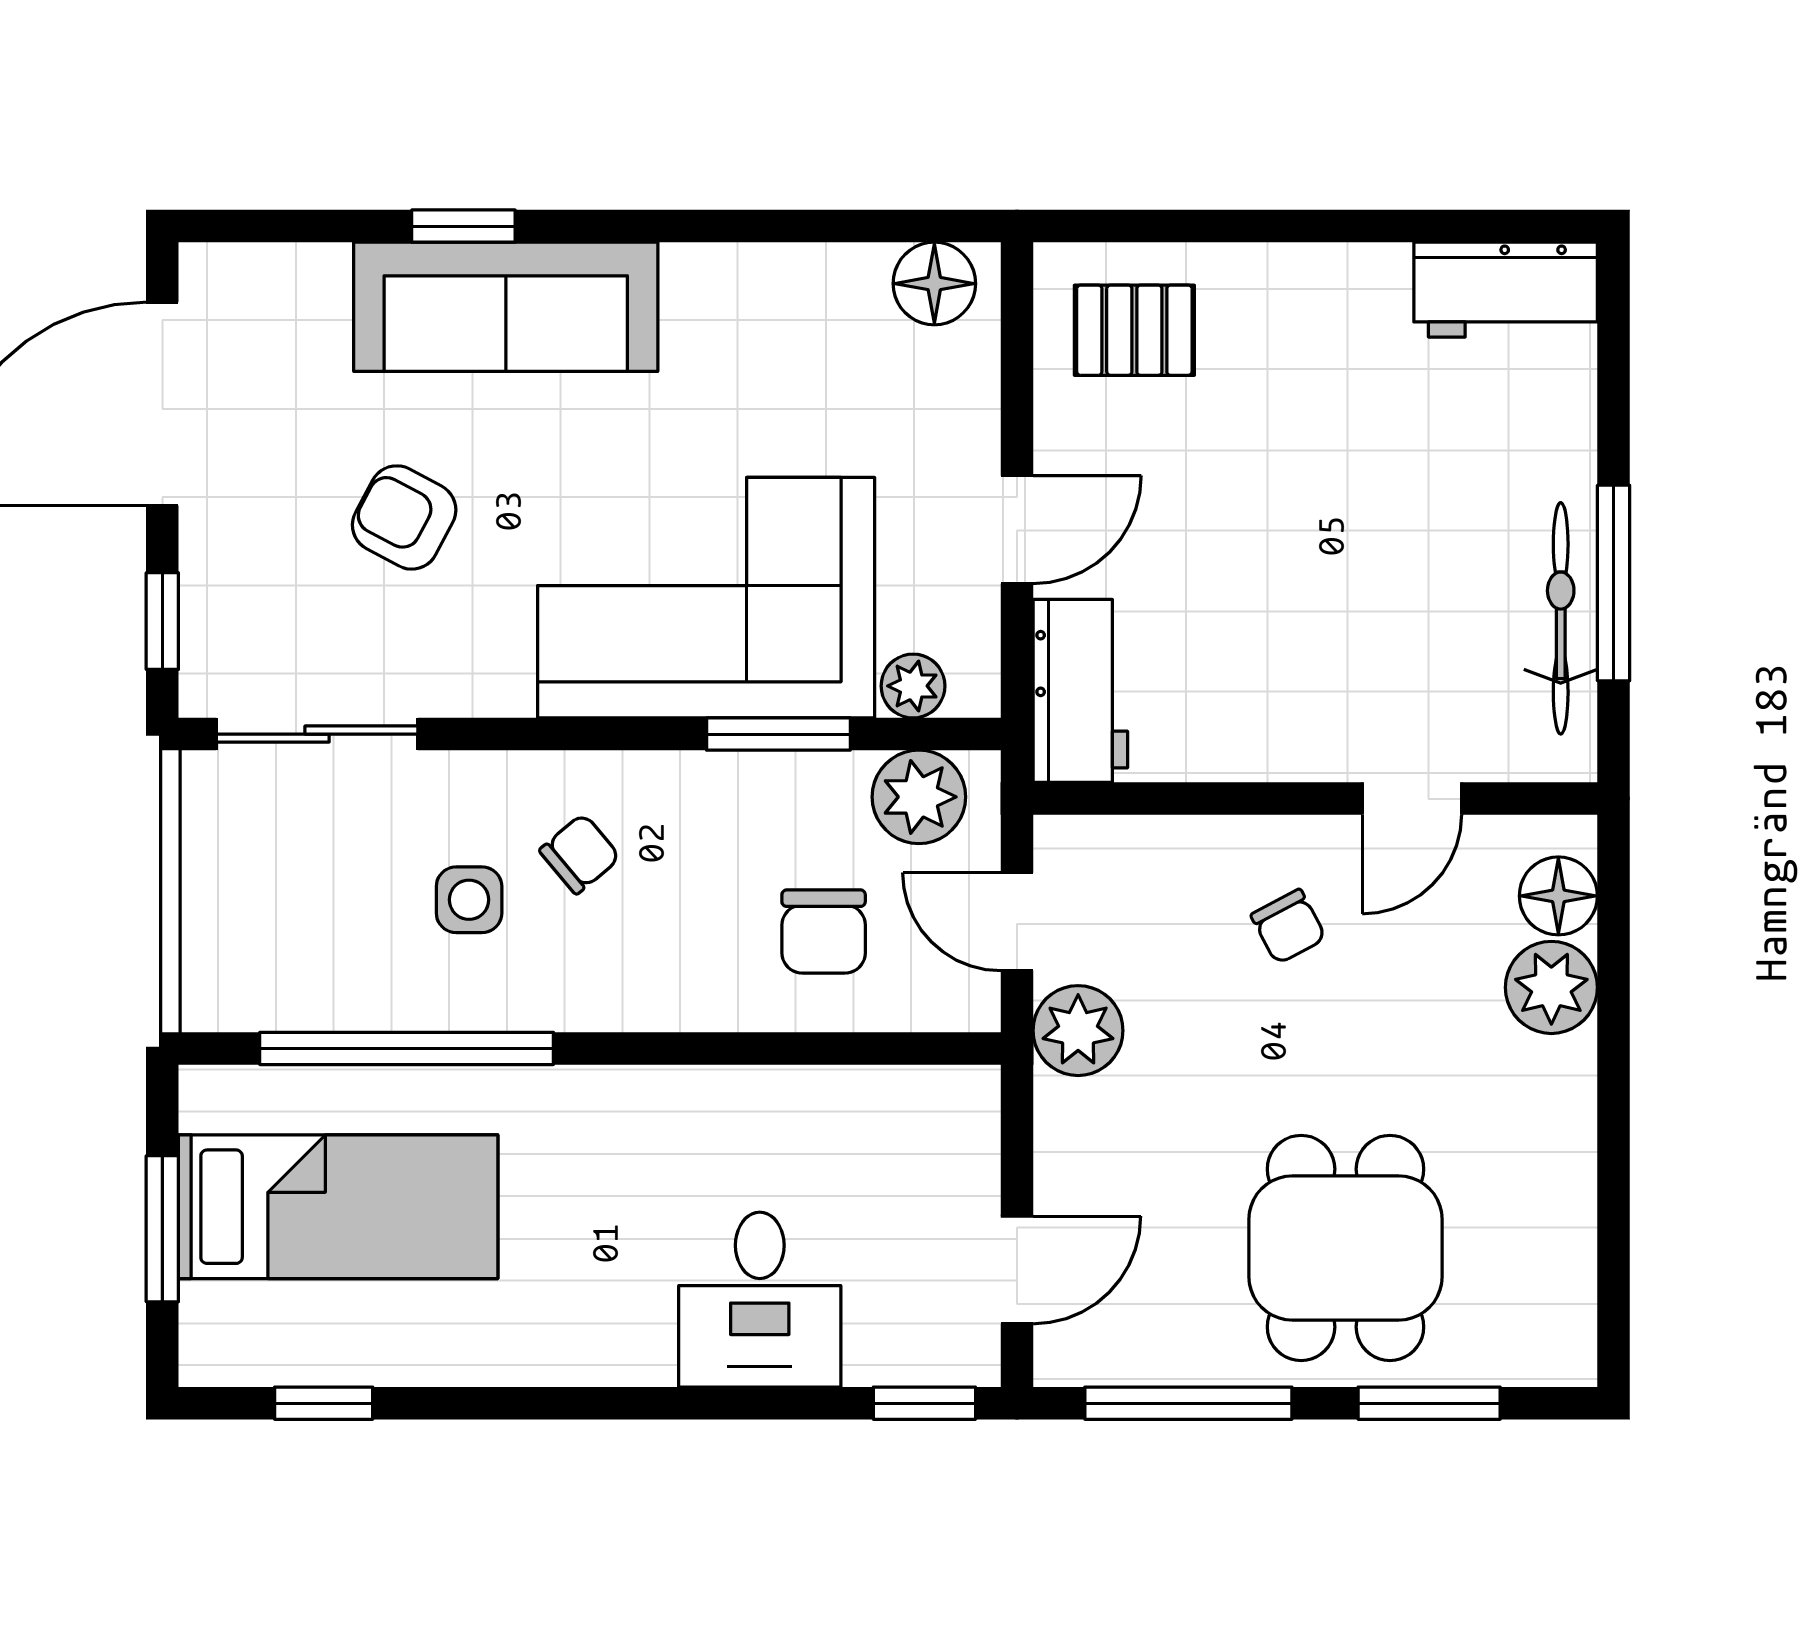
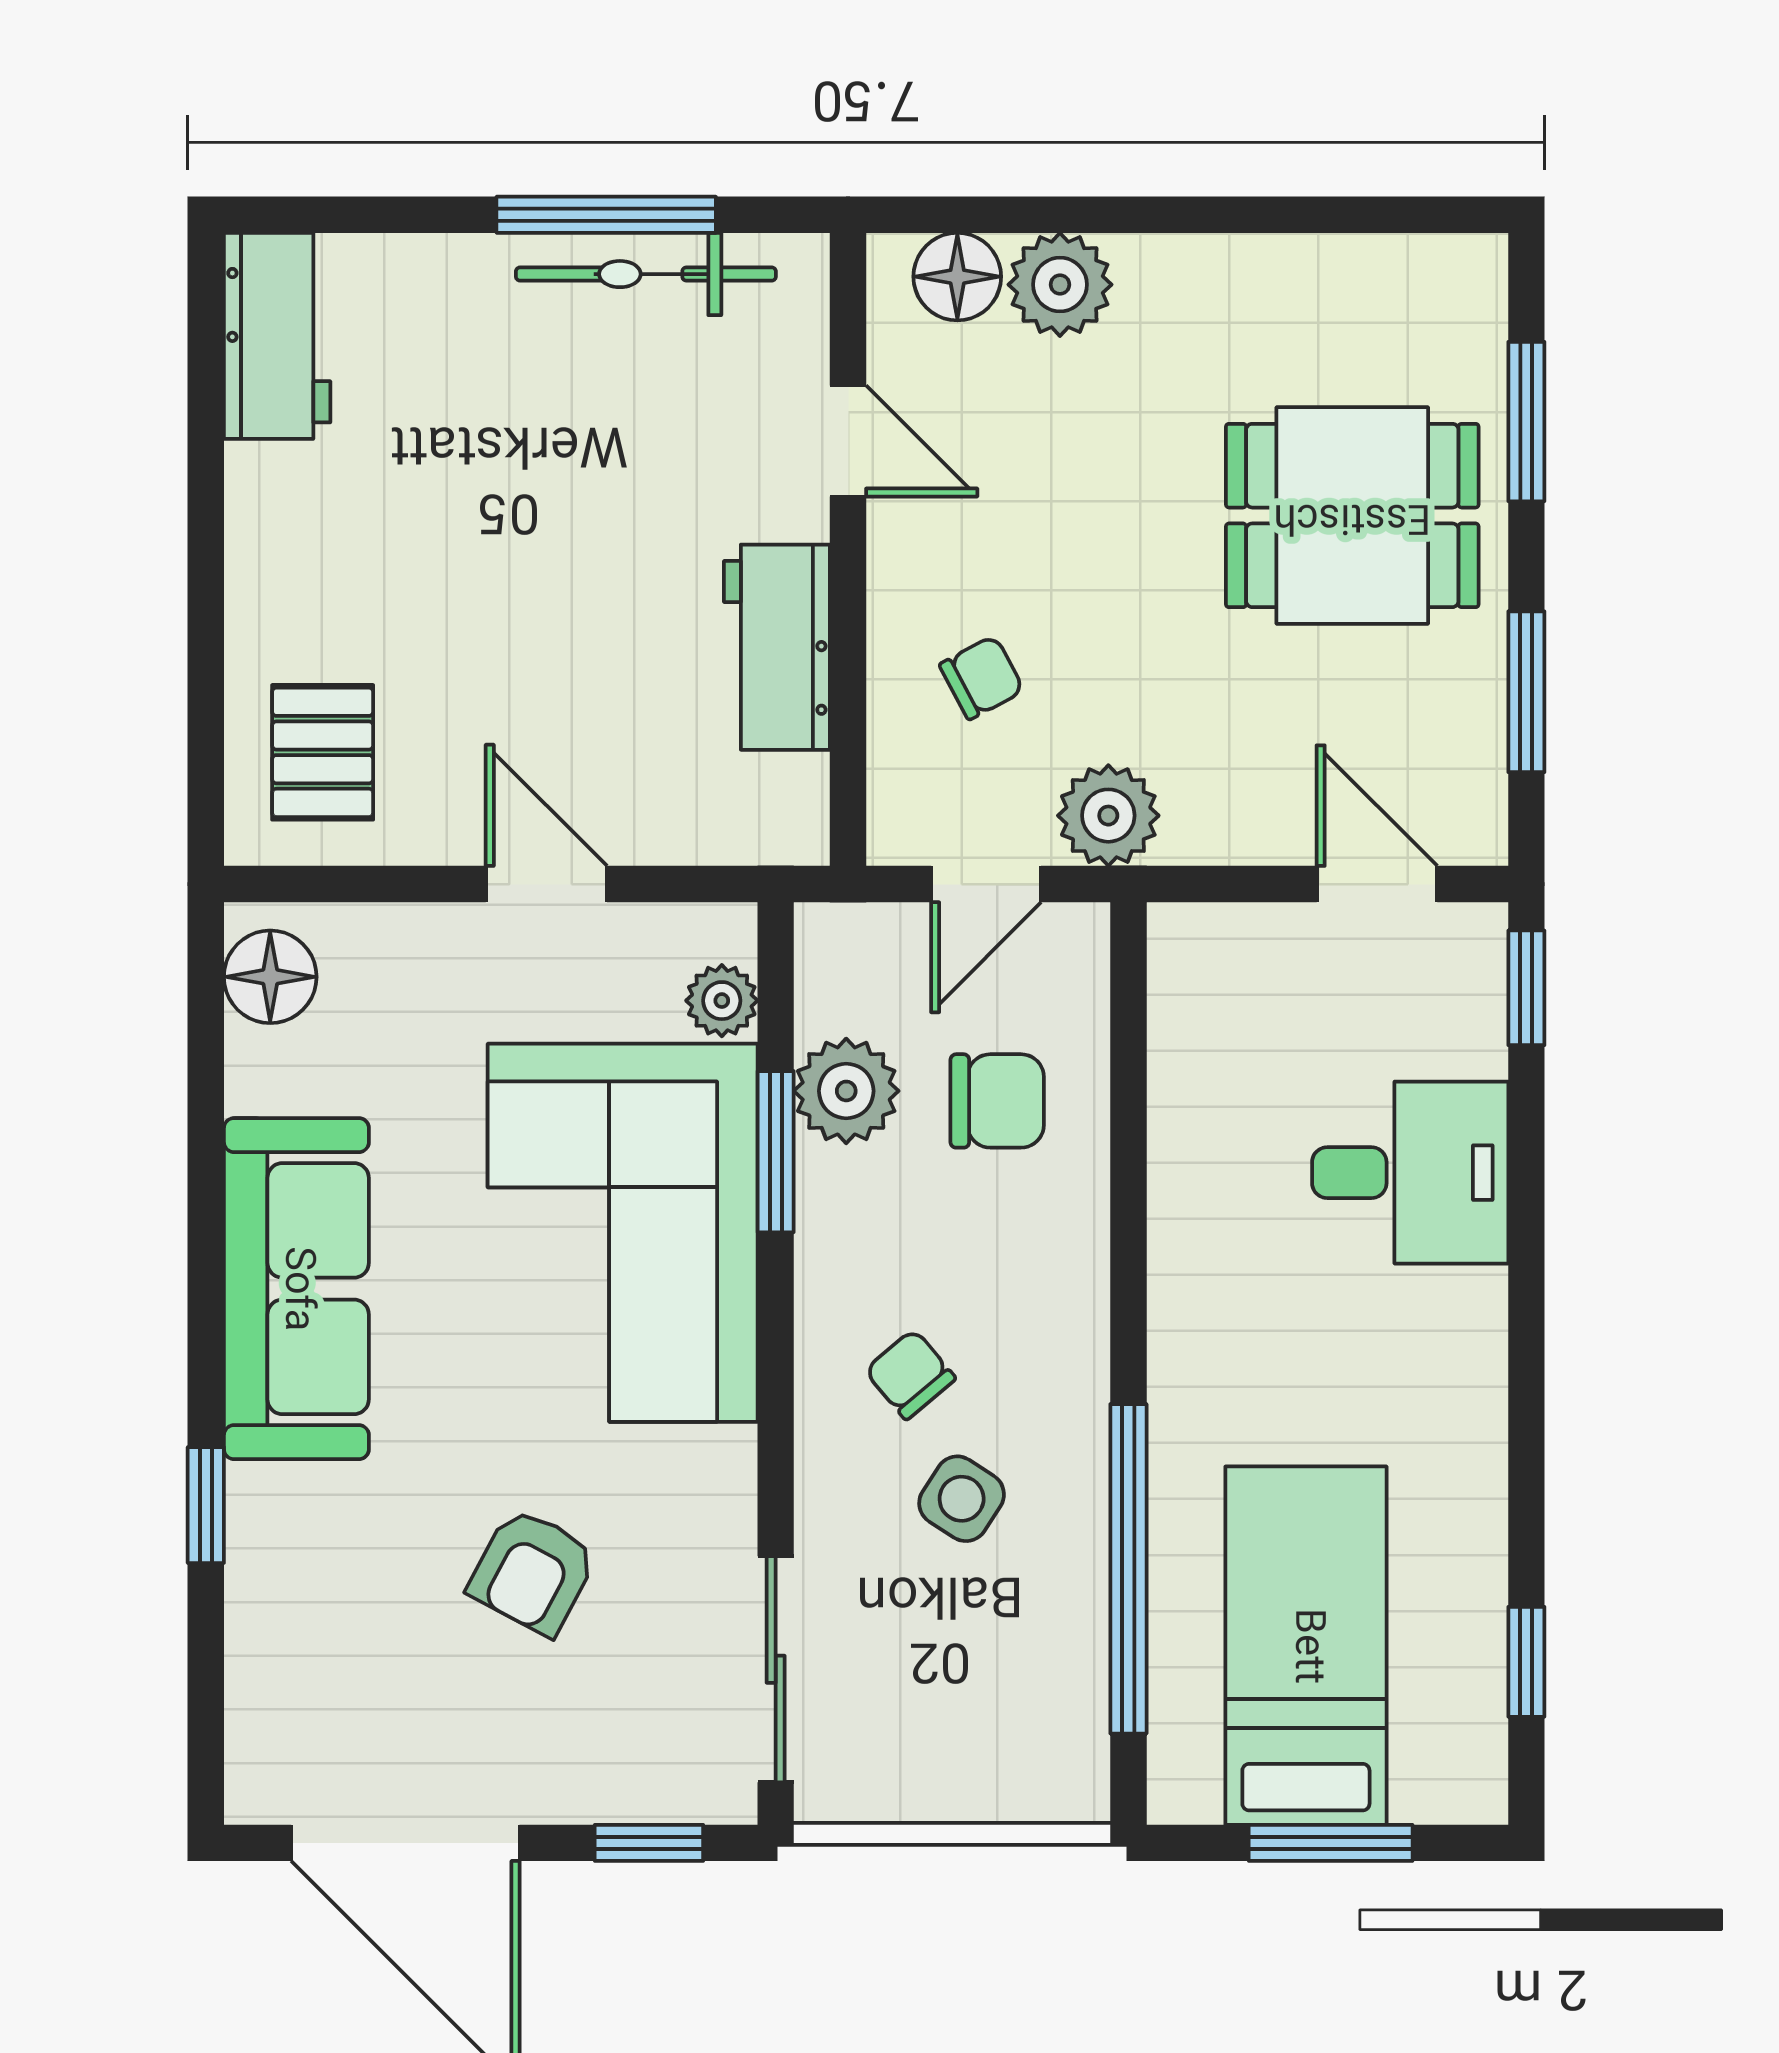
sofa: (506, 307) -> (296, 1289), moved
workbench: (1080, 691) -> (777, 647), moved, turned -90
plant: (919, 797) -> (846, 1091), moved
side table: (469, 900) -> (962, 1499), turned 33
chair: (1288, 927) -> (982, 678), moved
window: (1188, 1403) -> (1526, 692), width x0.69

